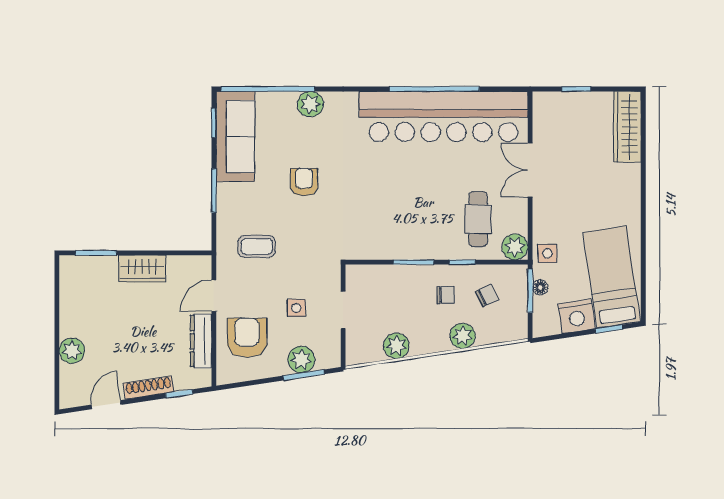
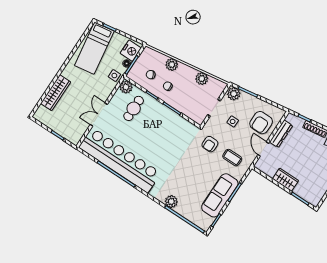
wardrobe: (627, 127) -> (56, 93), moved
sofa: (235, 137) -> (220, 195), moved
double door: (530, 170) -> (99, 115), swing flipped
armchair: (304, 182) -> (210, 144), moved
door: (214, 296) -> (263, 149), swing flipped
nightstand: (577, 316) -> (131, 51), moved, turned 99
plant: (301, 360) -> (234, 94), moved

